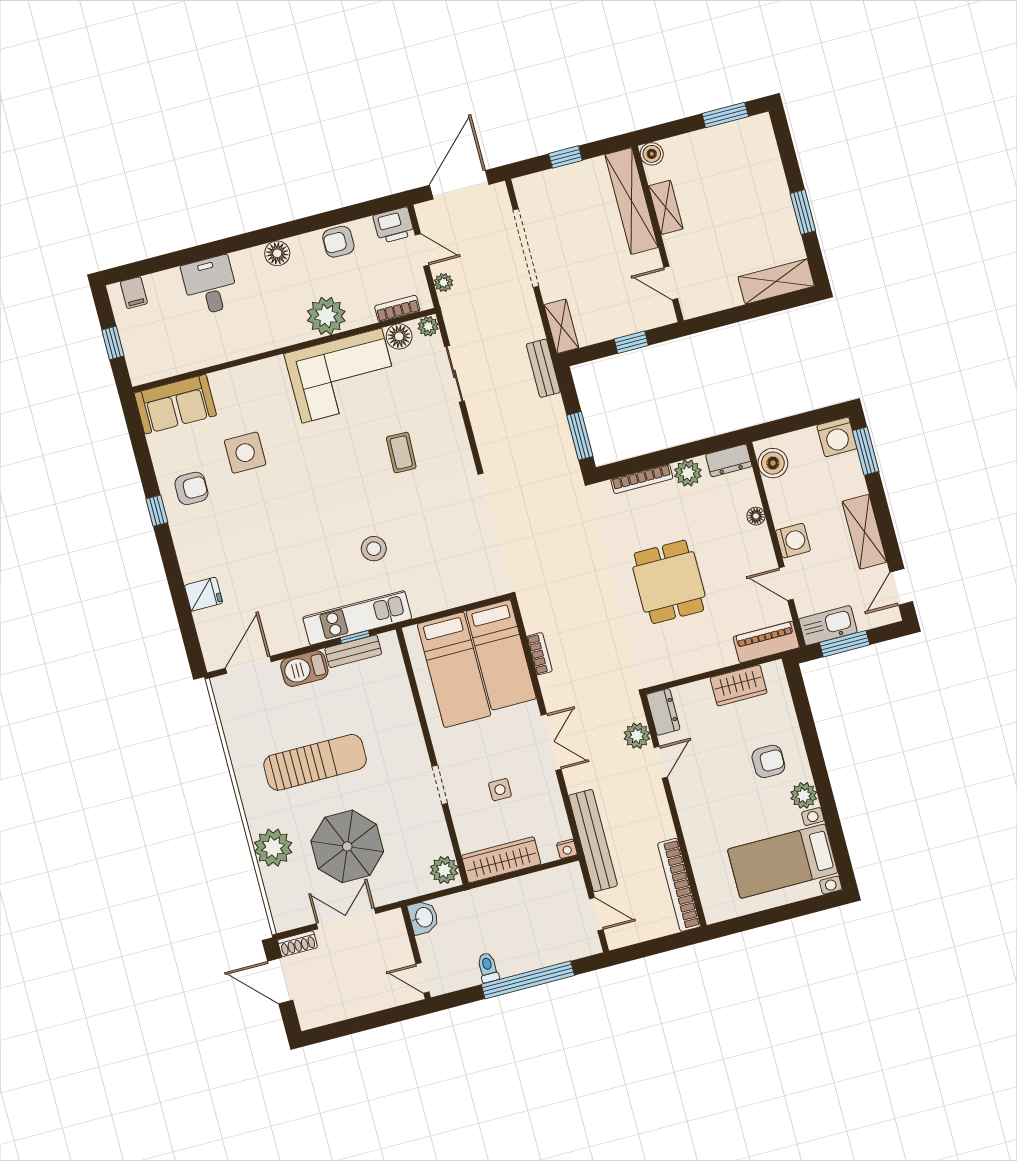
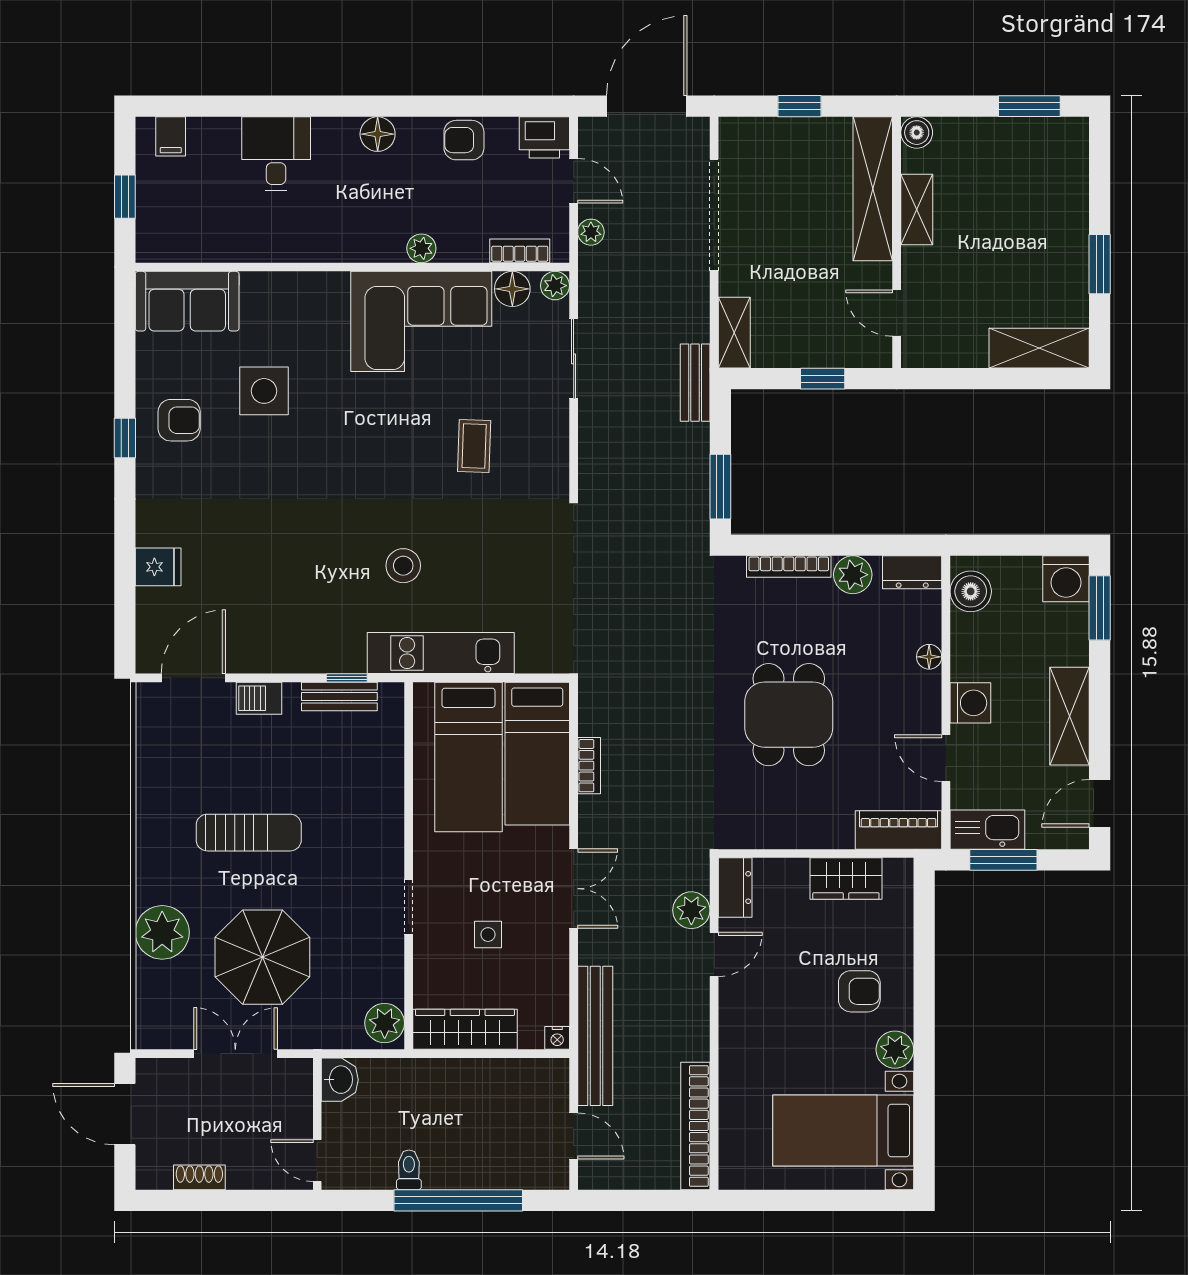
plant: (326, 316) -> (421, 248), width x0.53, depth x0.53
kitchen unit: (357, 618) -> (441, 653), moved
barbecue: (304, 669) -> (259, 698), width x0.73, depth x0.79
sun lounger: (315, 762) -> (249, 833), width x0.73, depth x0.75
shoe rack: (298, 944) -> (199, 1177), moved, turned 180

